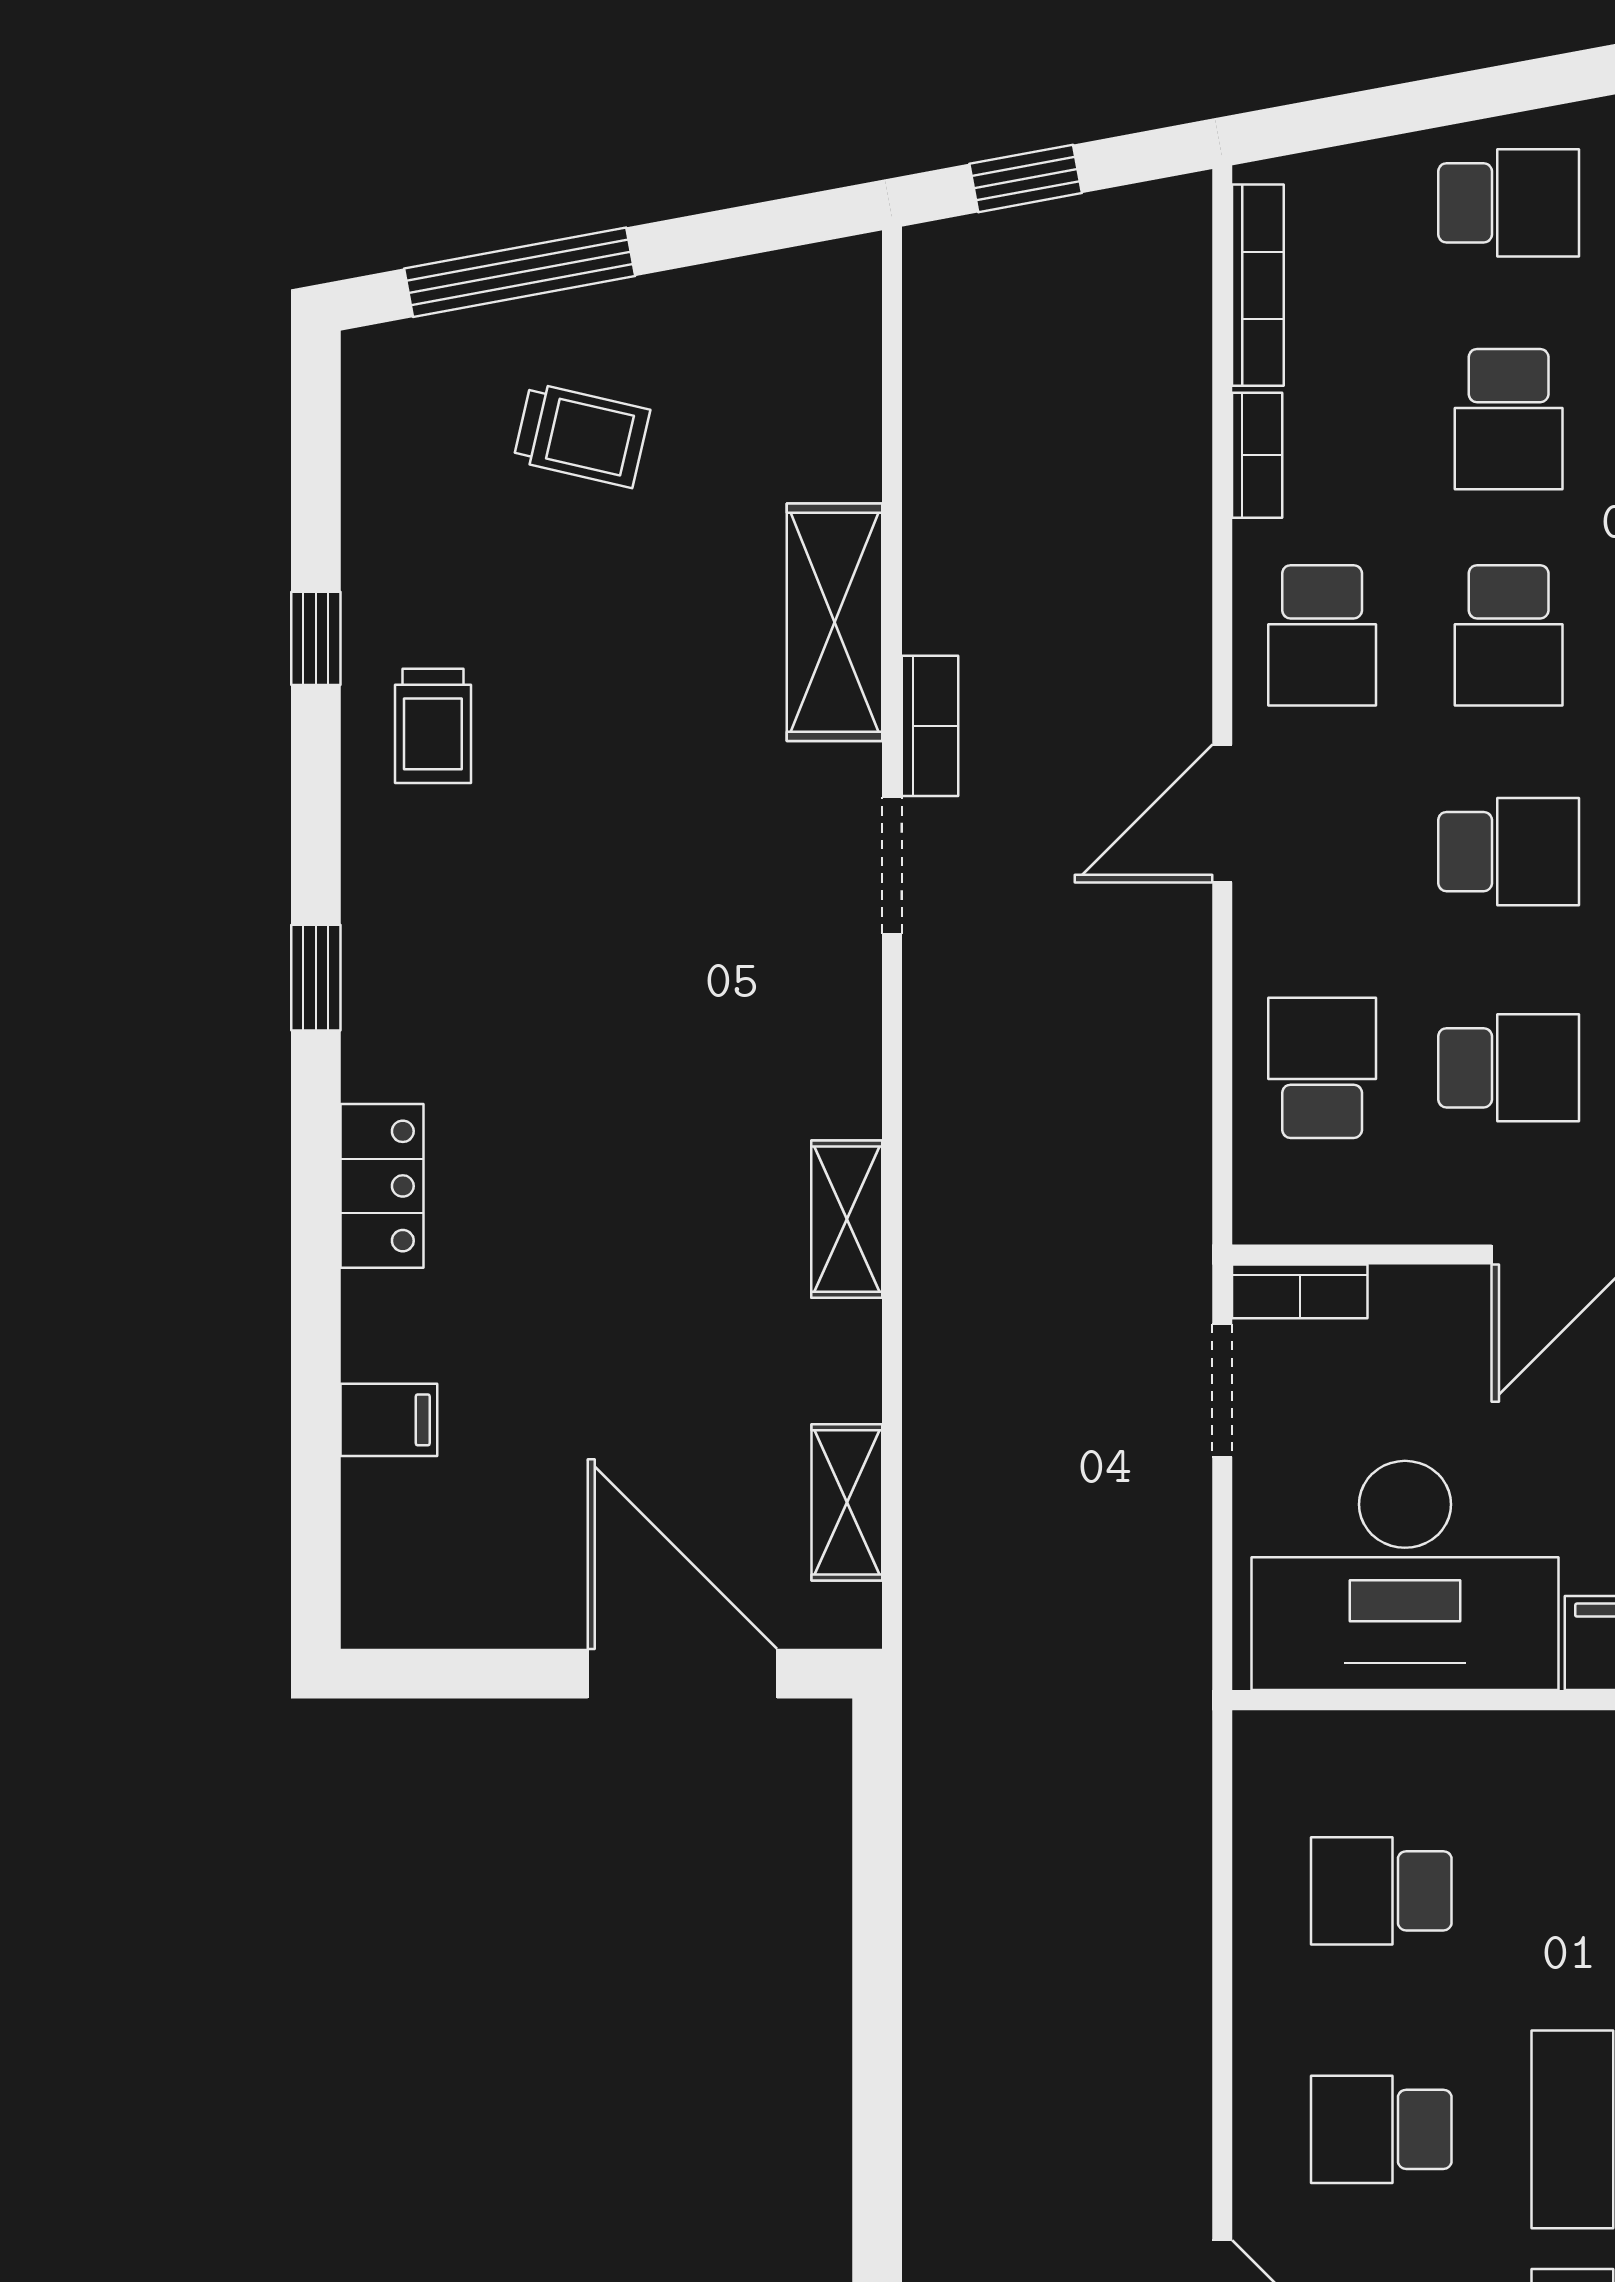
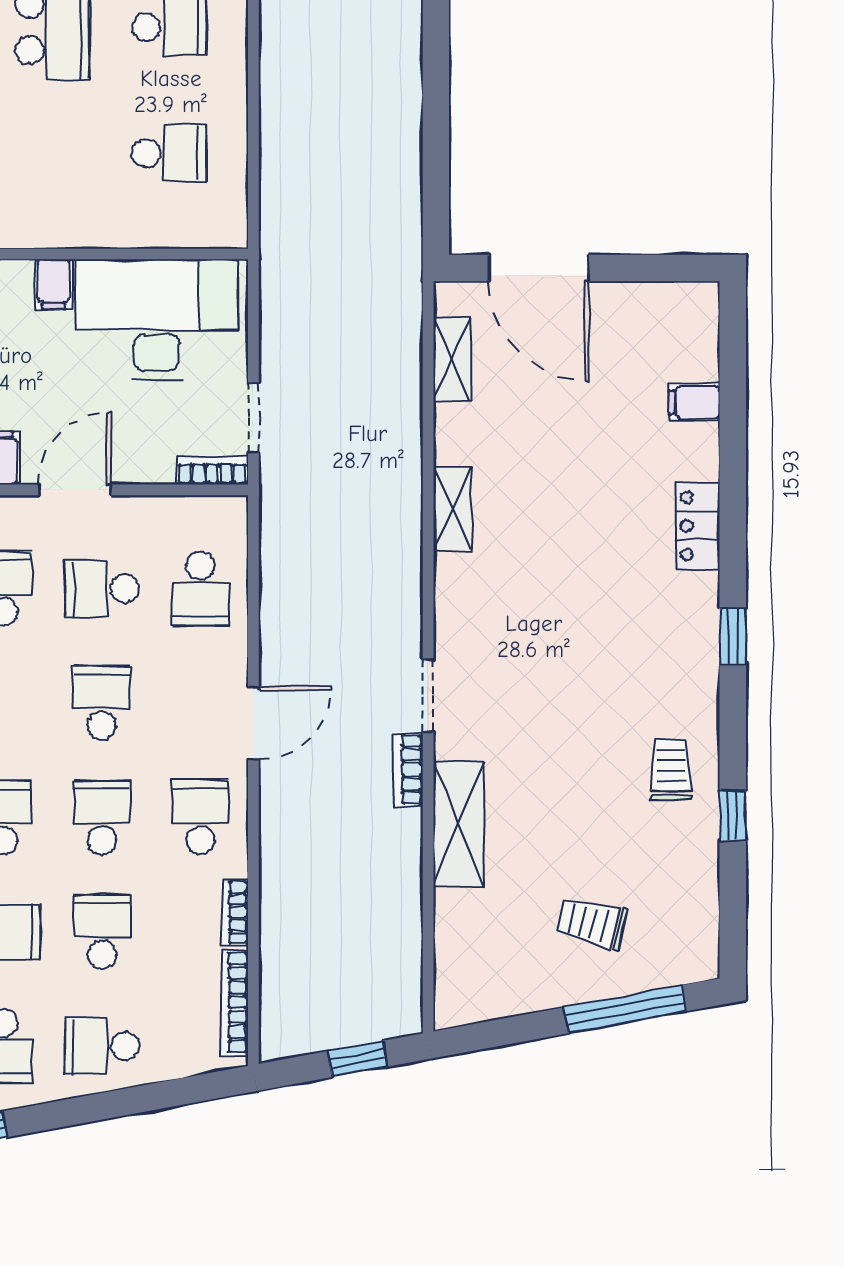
school desk: (1509, 852) -> (102, 703), turned 90

